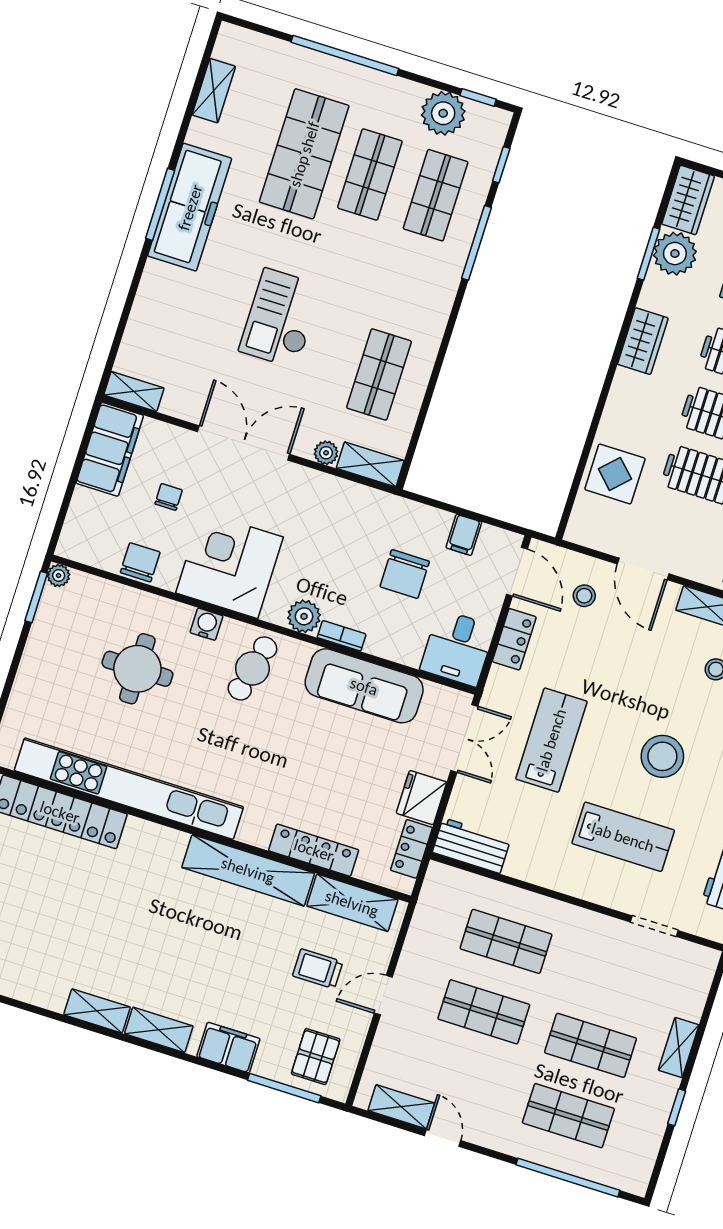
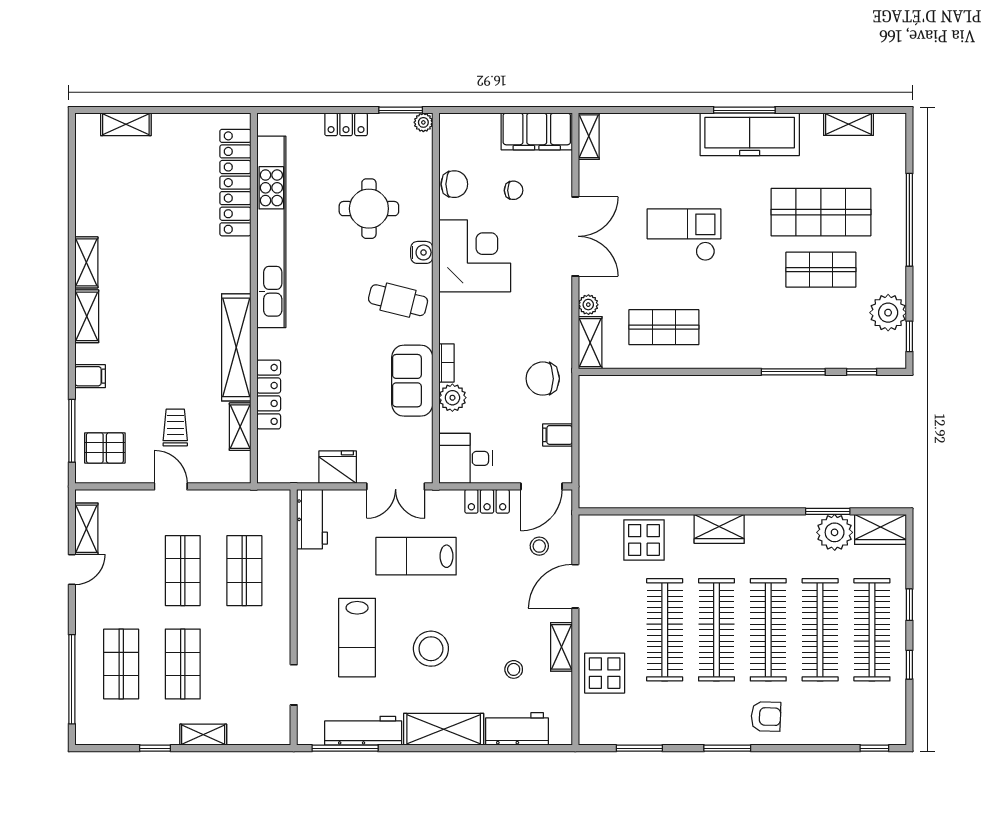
shop shelf: (436, 195) -> (821, 327), removed
wardrobe: (643, 341) -> (719, 529), moved
chair: (405, 574) -> (543, 379), moved
plant: (304, 616) -> (452, 398), moved
sofa: (364, 686) -> (412, 381), width x0.73
lab bench: (551, 740) -> (416, 556), turned 180
locker: (411, 849) -> (346, 124), moved, turned 180
shelving: (352, 903) -> (240, 427), width x0.67, depth x0.75
filing cabinet: (228, 1048) -> (90, 376), width x0.50

